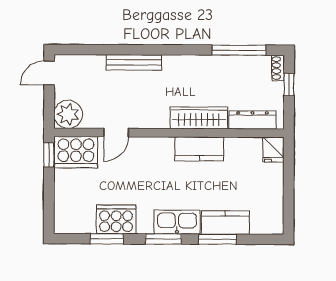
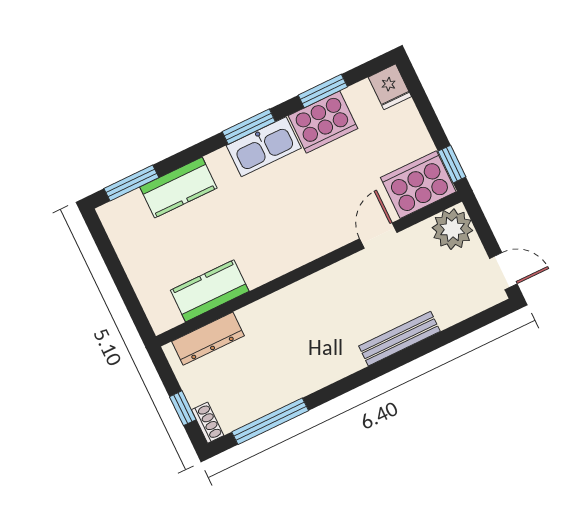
door: (49, 73) -> (503, 271), hinge flipped
wardrobe: (199, 118) -> (279, 307), removed
kitchen counter: (199, 149) -> (210, 291), moved
fridge: (273, 150) -> (390, 87), moved, turned 180
kitchen sink: (177, 222) -> (264, 147), moved
window: (218, 239) -> (131, 183), moved

